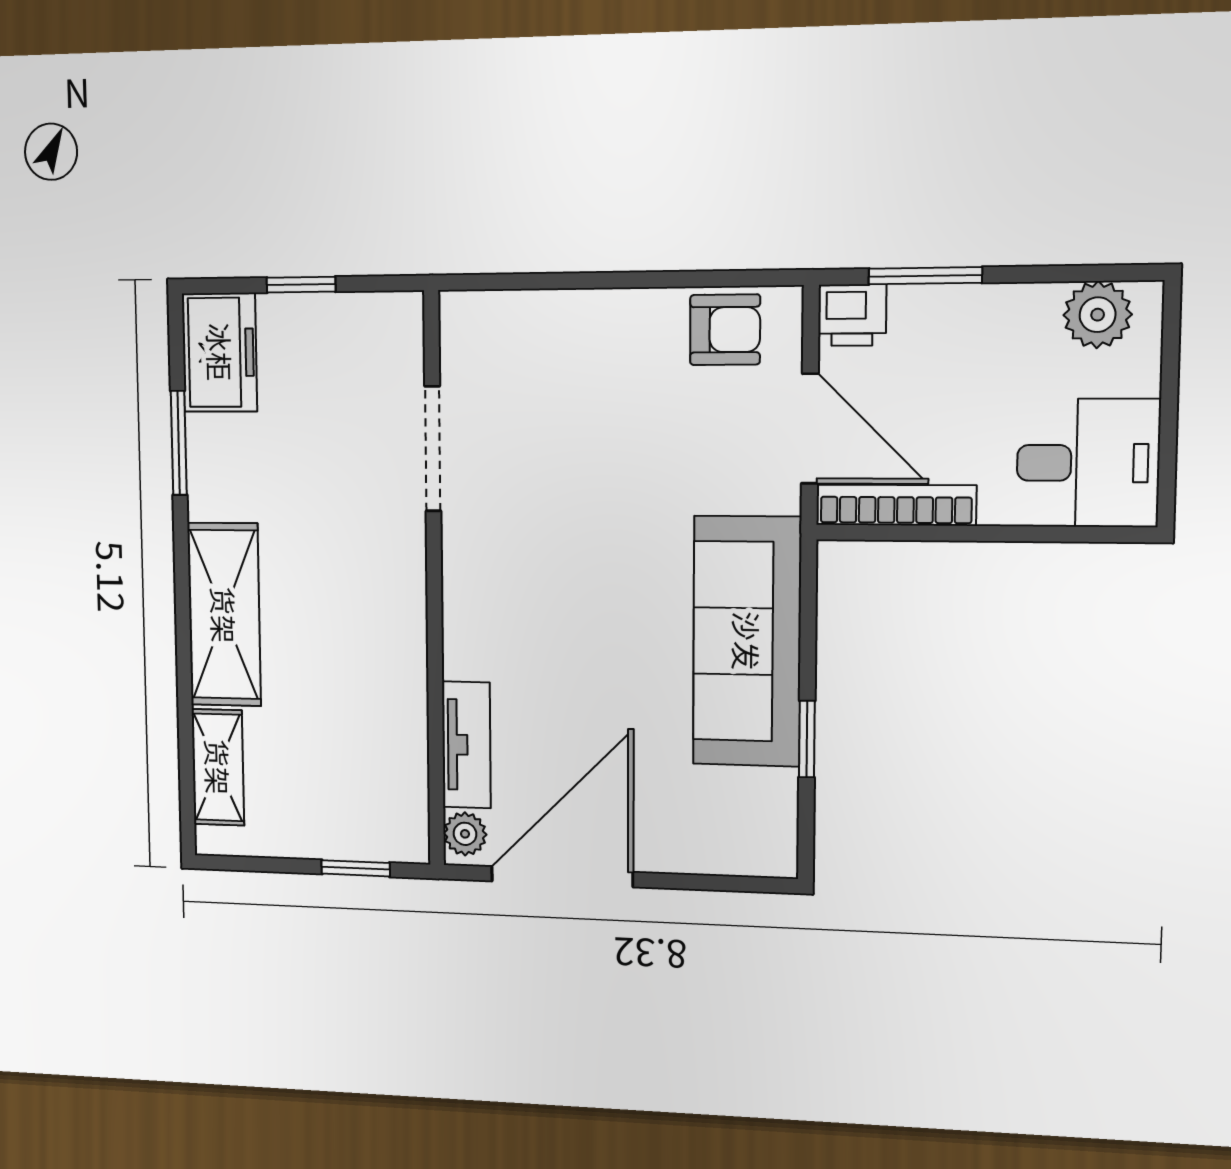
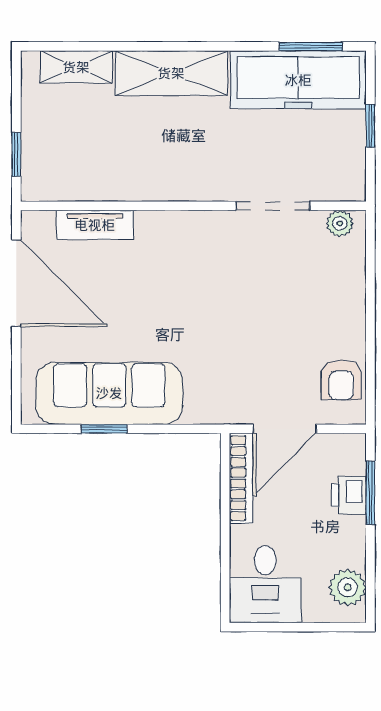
printer: (852, 315) -> (349, 495), moved
freezer: (220, 352) -> (298, 80), width x1.91, depth x1.26
window: (179, 443) -> (311, 46), moved
sofa: (747, 641) -> (109, 393), moved
plant: (465, 834) -> (340, 223), moved

